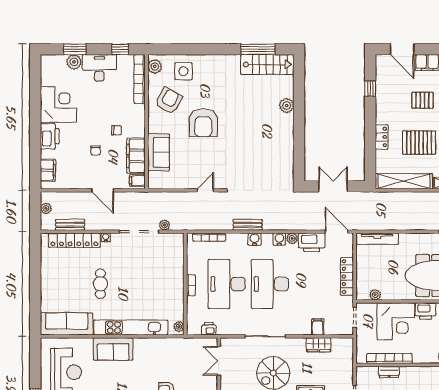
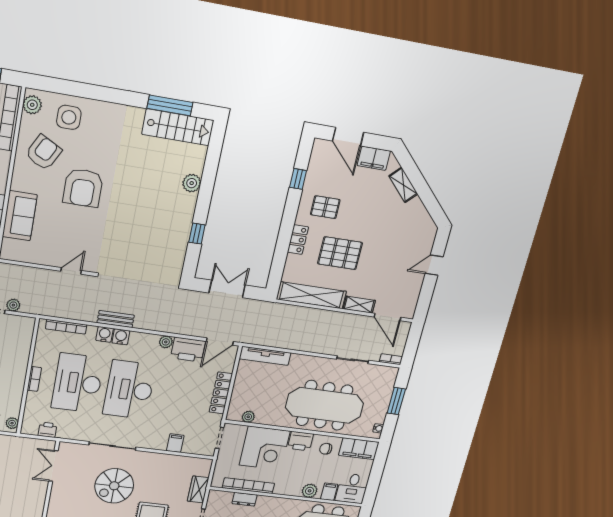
pallet: (422, 100) -> (325, 207), moved
window: (299, 145) -> (197, 234), added
door: (337, 232) -> (220, 341), swing flipped
water cooler: (279, 239) -> (105, 334), moved
wardrobe: (319, 345) -> (198, 489), moved, turned 90

